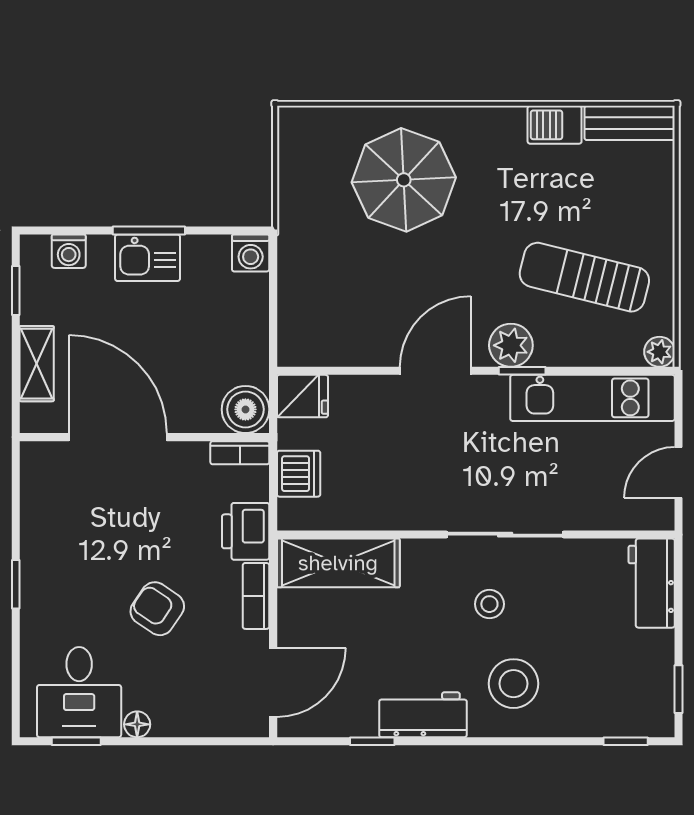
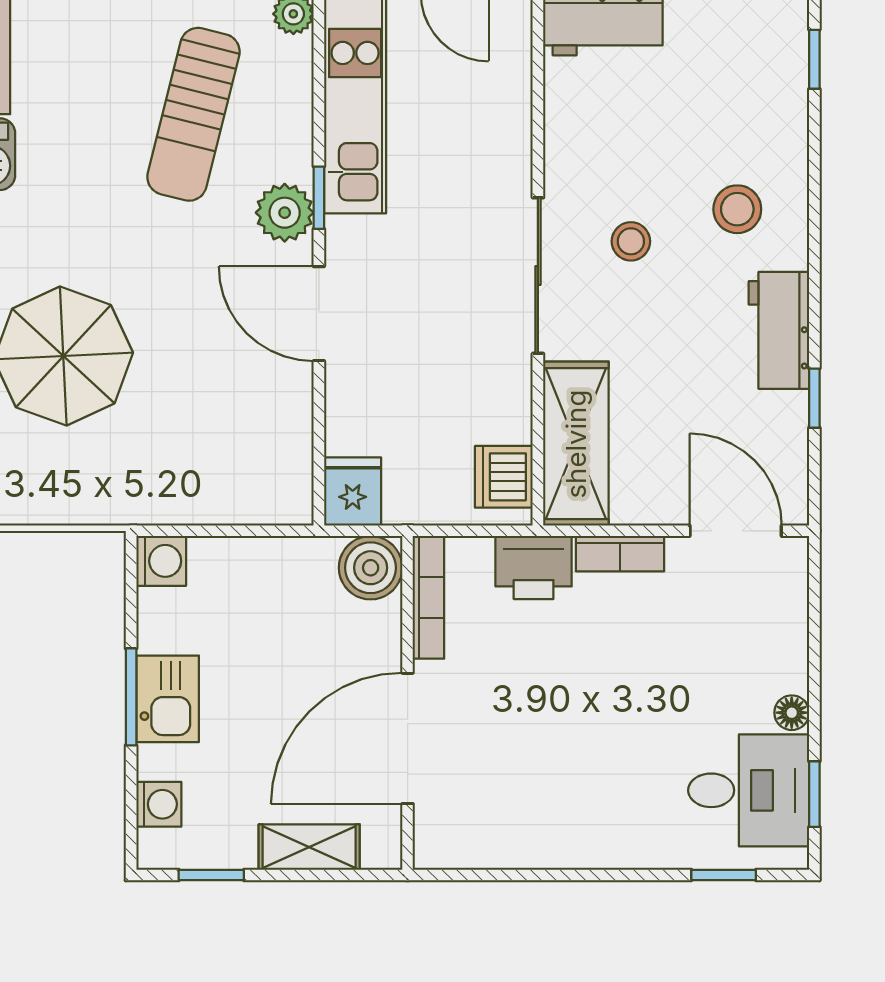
bookcase: (240, 453) -> (428, 597), width x1.56
dishwasher: (299, 474) -> (504, 477), moved, turned -90
sliding door: (505, 535) -> (538, 276), moved
window: (16, 584) -> (724, 875), moved
armchair: (157, 609) -> (637, 686), removed
stool: (514, 684) -> (737, 209), width x0.73, depth x0.73

